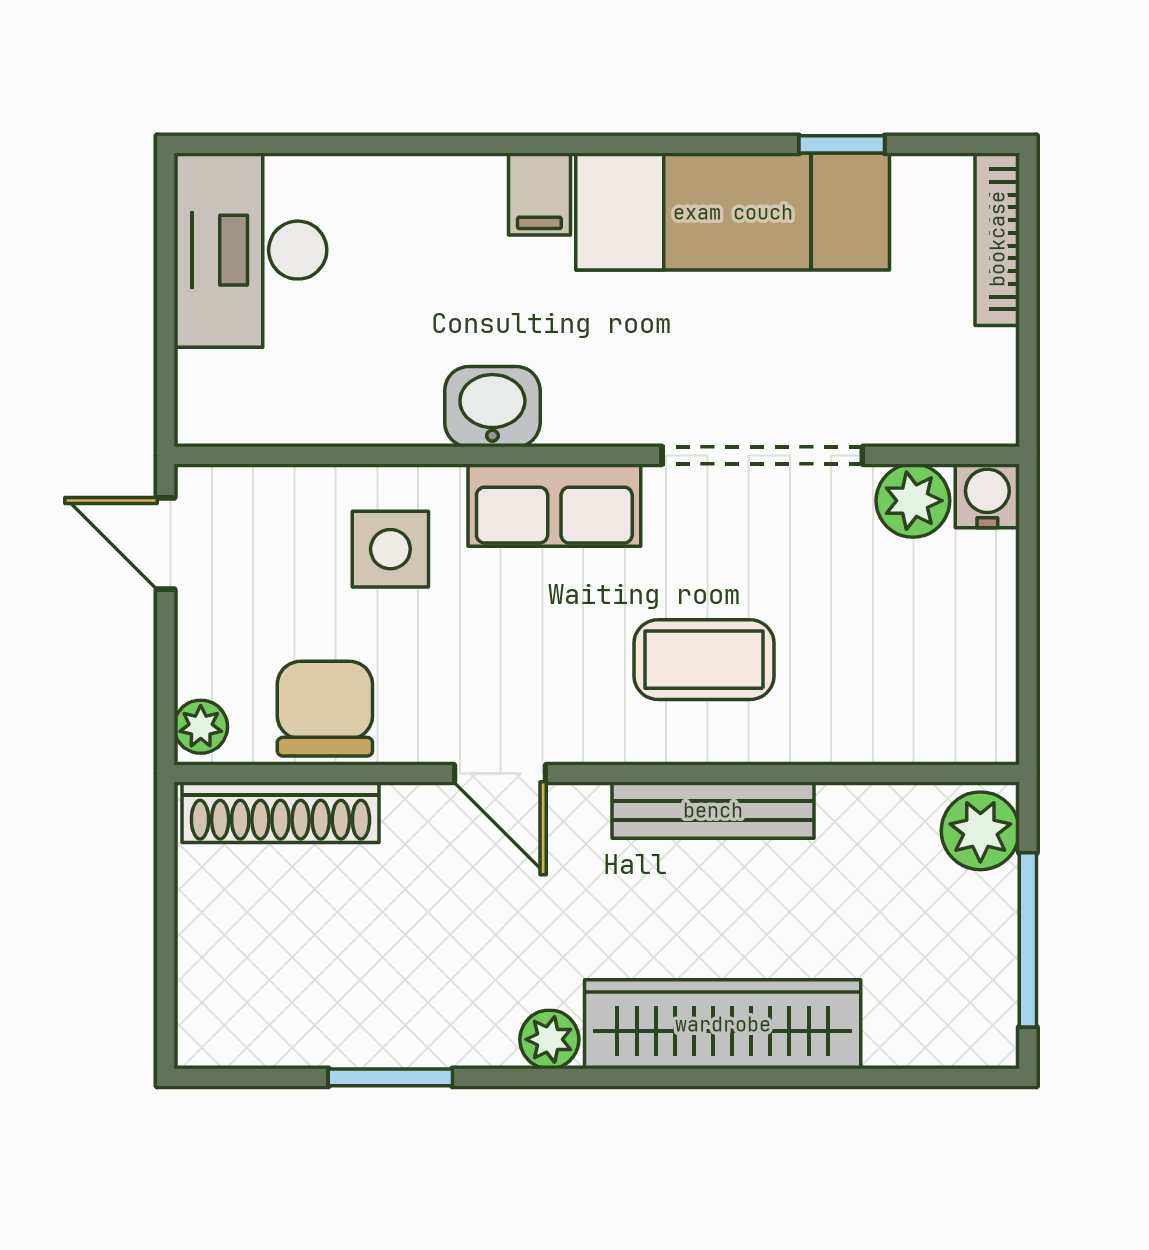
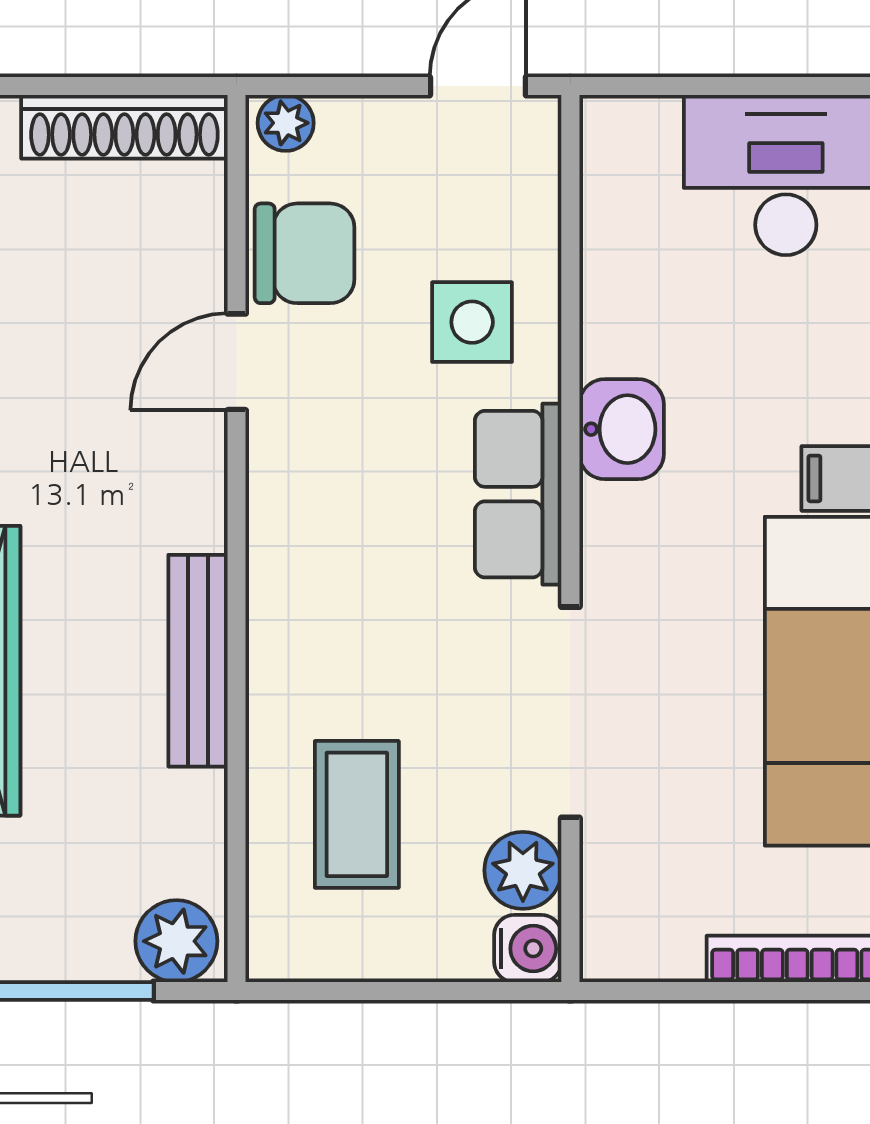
coffee table: (704, 660) -> (357, 814), moved
door: (500, 773) -> (237, 362), moved
shoe rack: (280, 812) -> (124, 127), moved, turned -90

